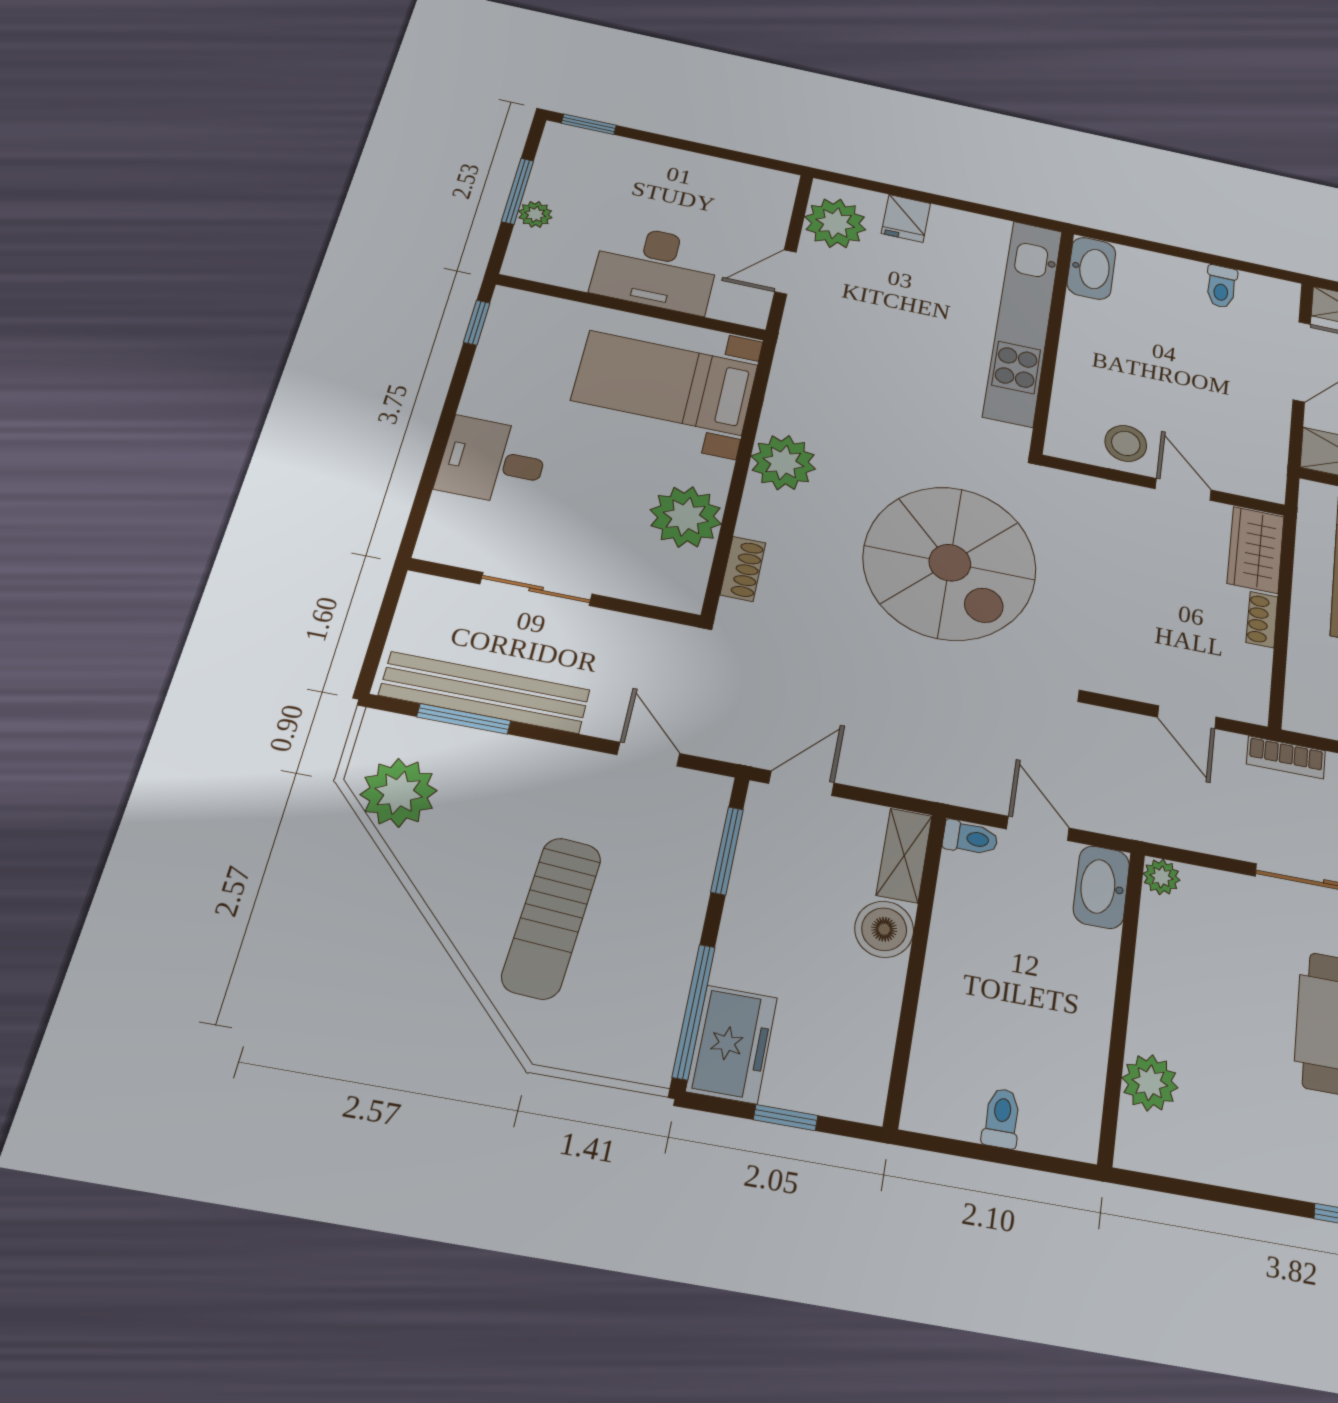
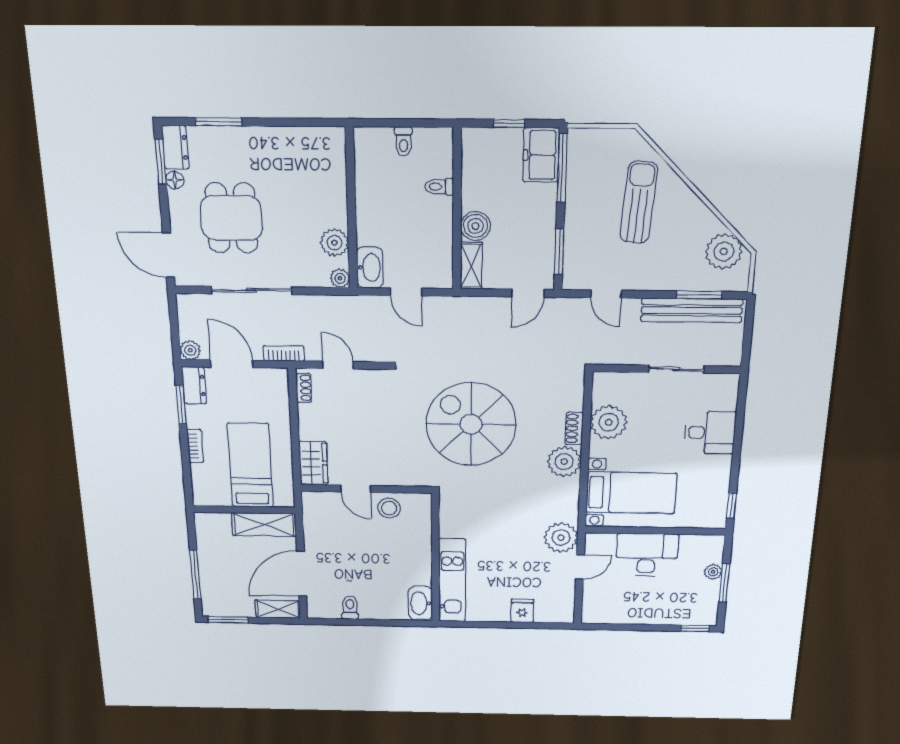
plant: (835, 223) -> (561, 538), moved
kitchen unit: (1023, 322) -> (452, 580), width x0.73
shoe rack: (743, 569) -> (574, 428), moved
shoe rack: (1262, 620) -> (304, 388), moved
toilet: (970, 838) -> (439, 187), moved
plant: (1150, 1083) -> (335, 243), moved

